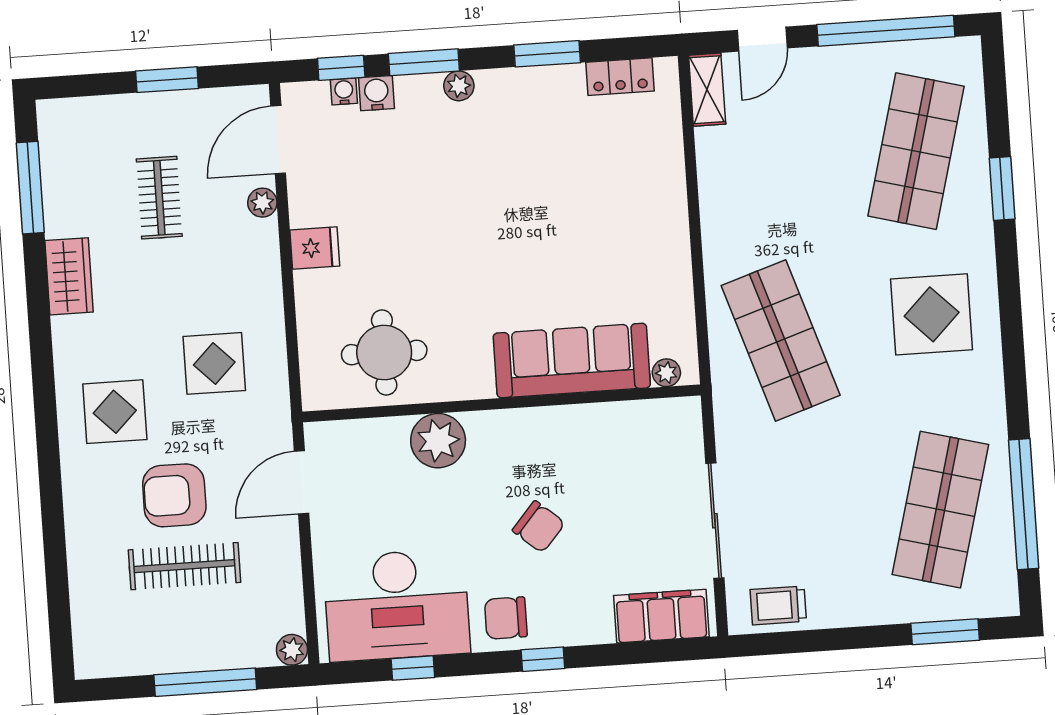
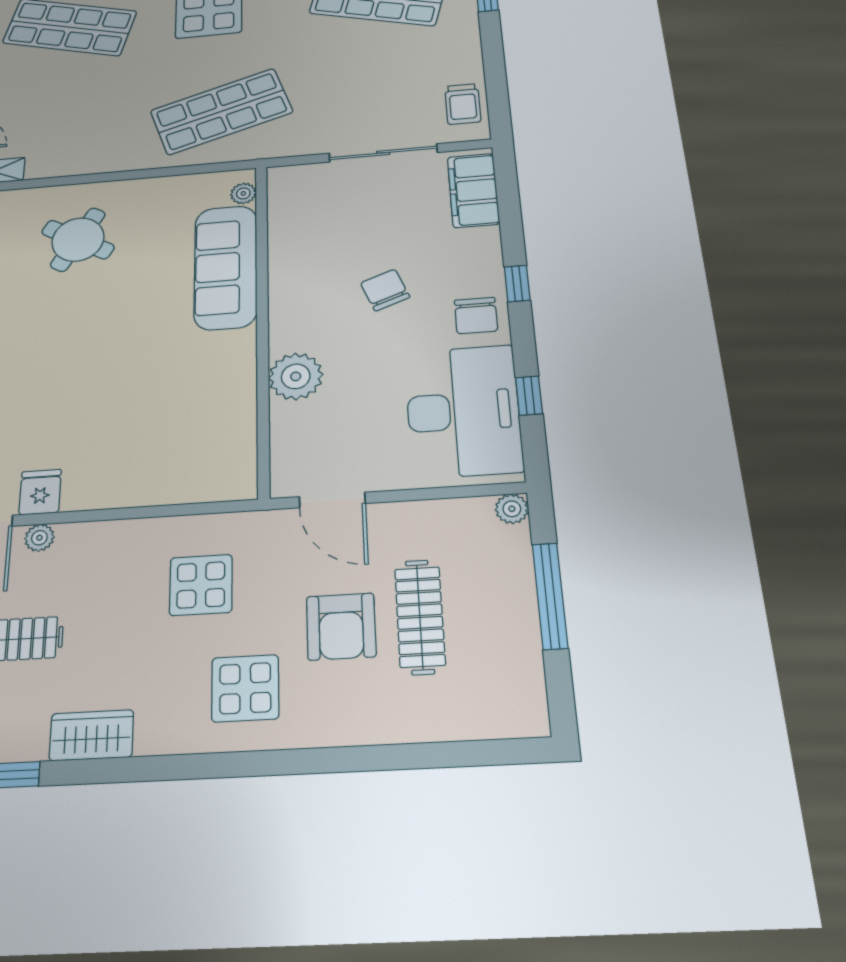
fridge: (315, 248) -> (40, 492), moved
round table: (384, 353) -> (78, 240), moved, turned 30
chair: (539, 527) -> (385, 290), turned -62

